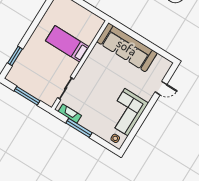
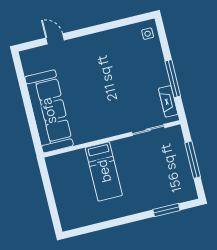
corner sofa: (127, 112) -> (112, 48), removed

